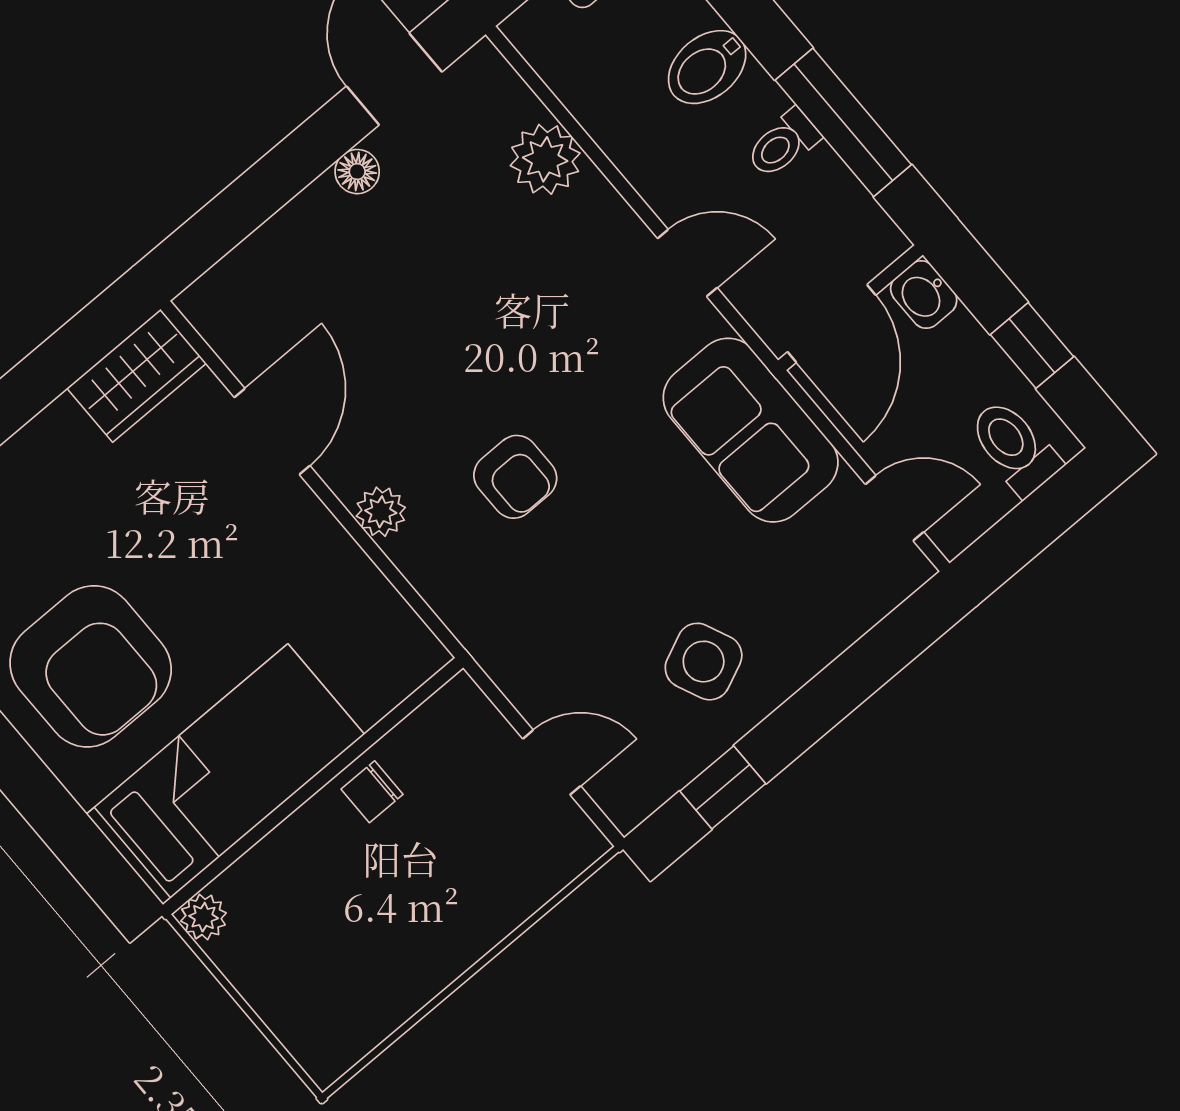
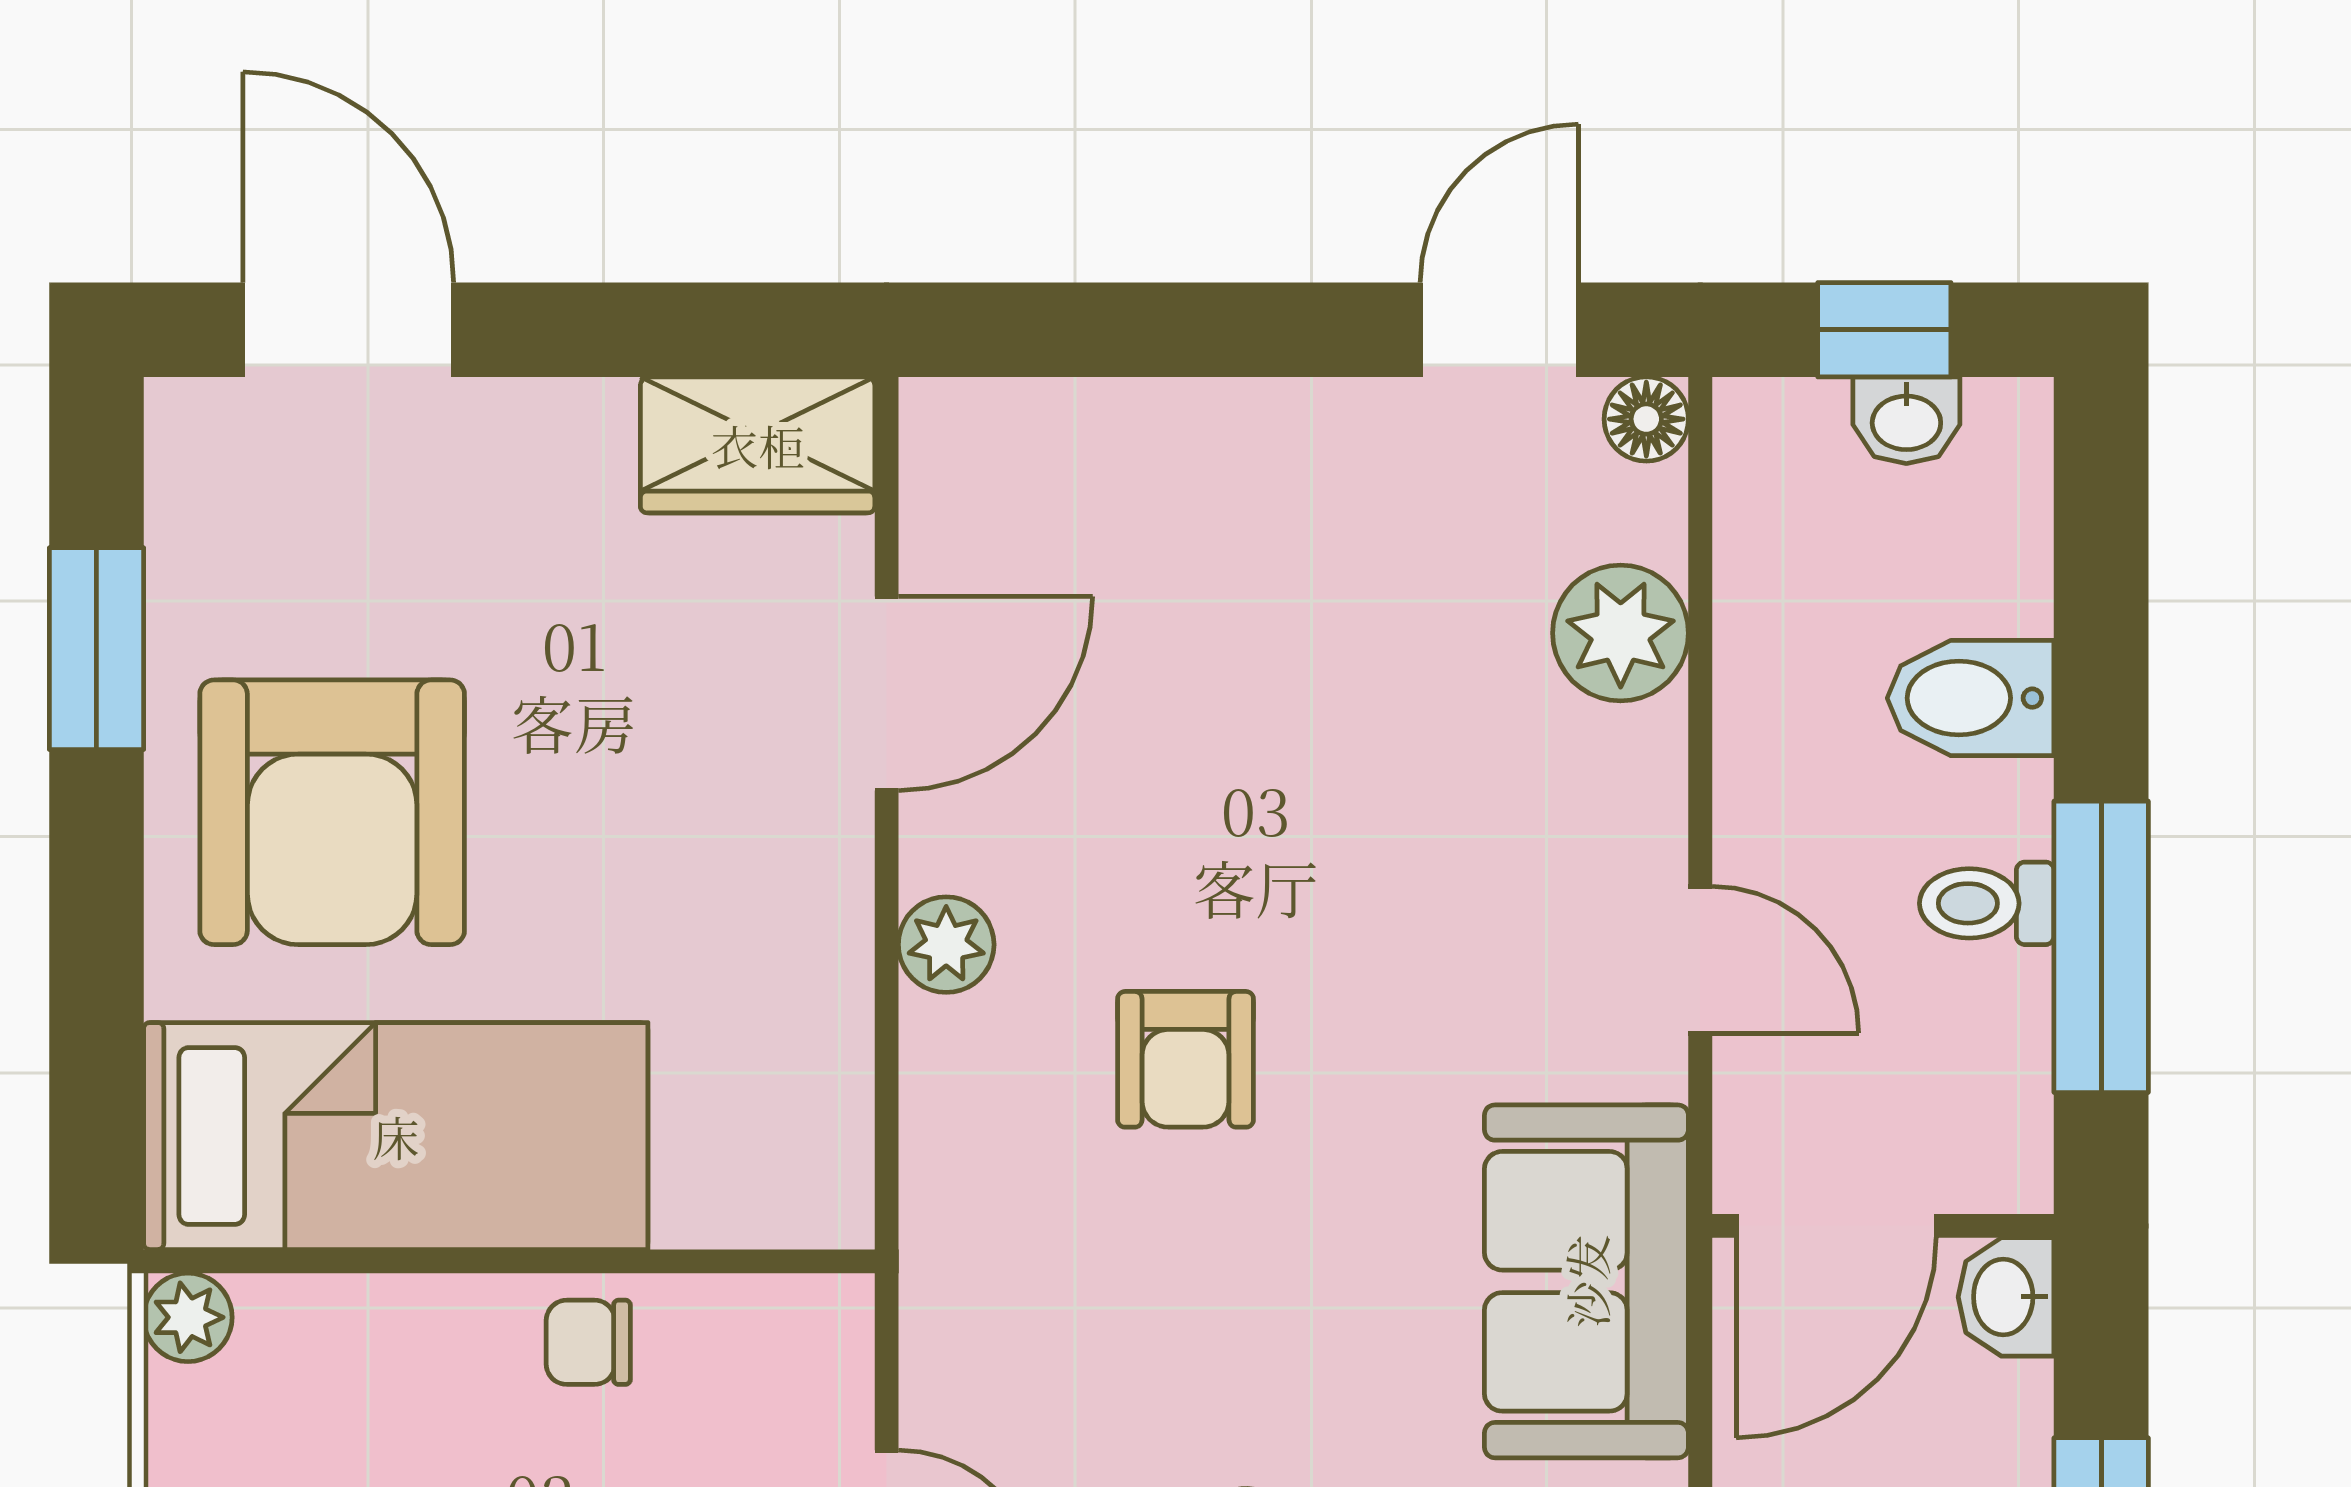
floor lamp: (357, 172) -> (1646, 419), moved

